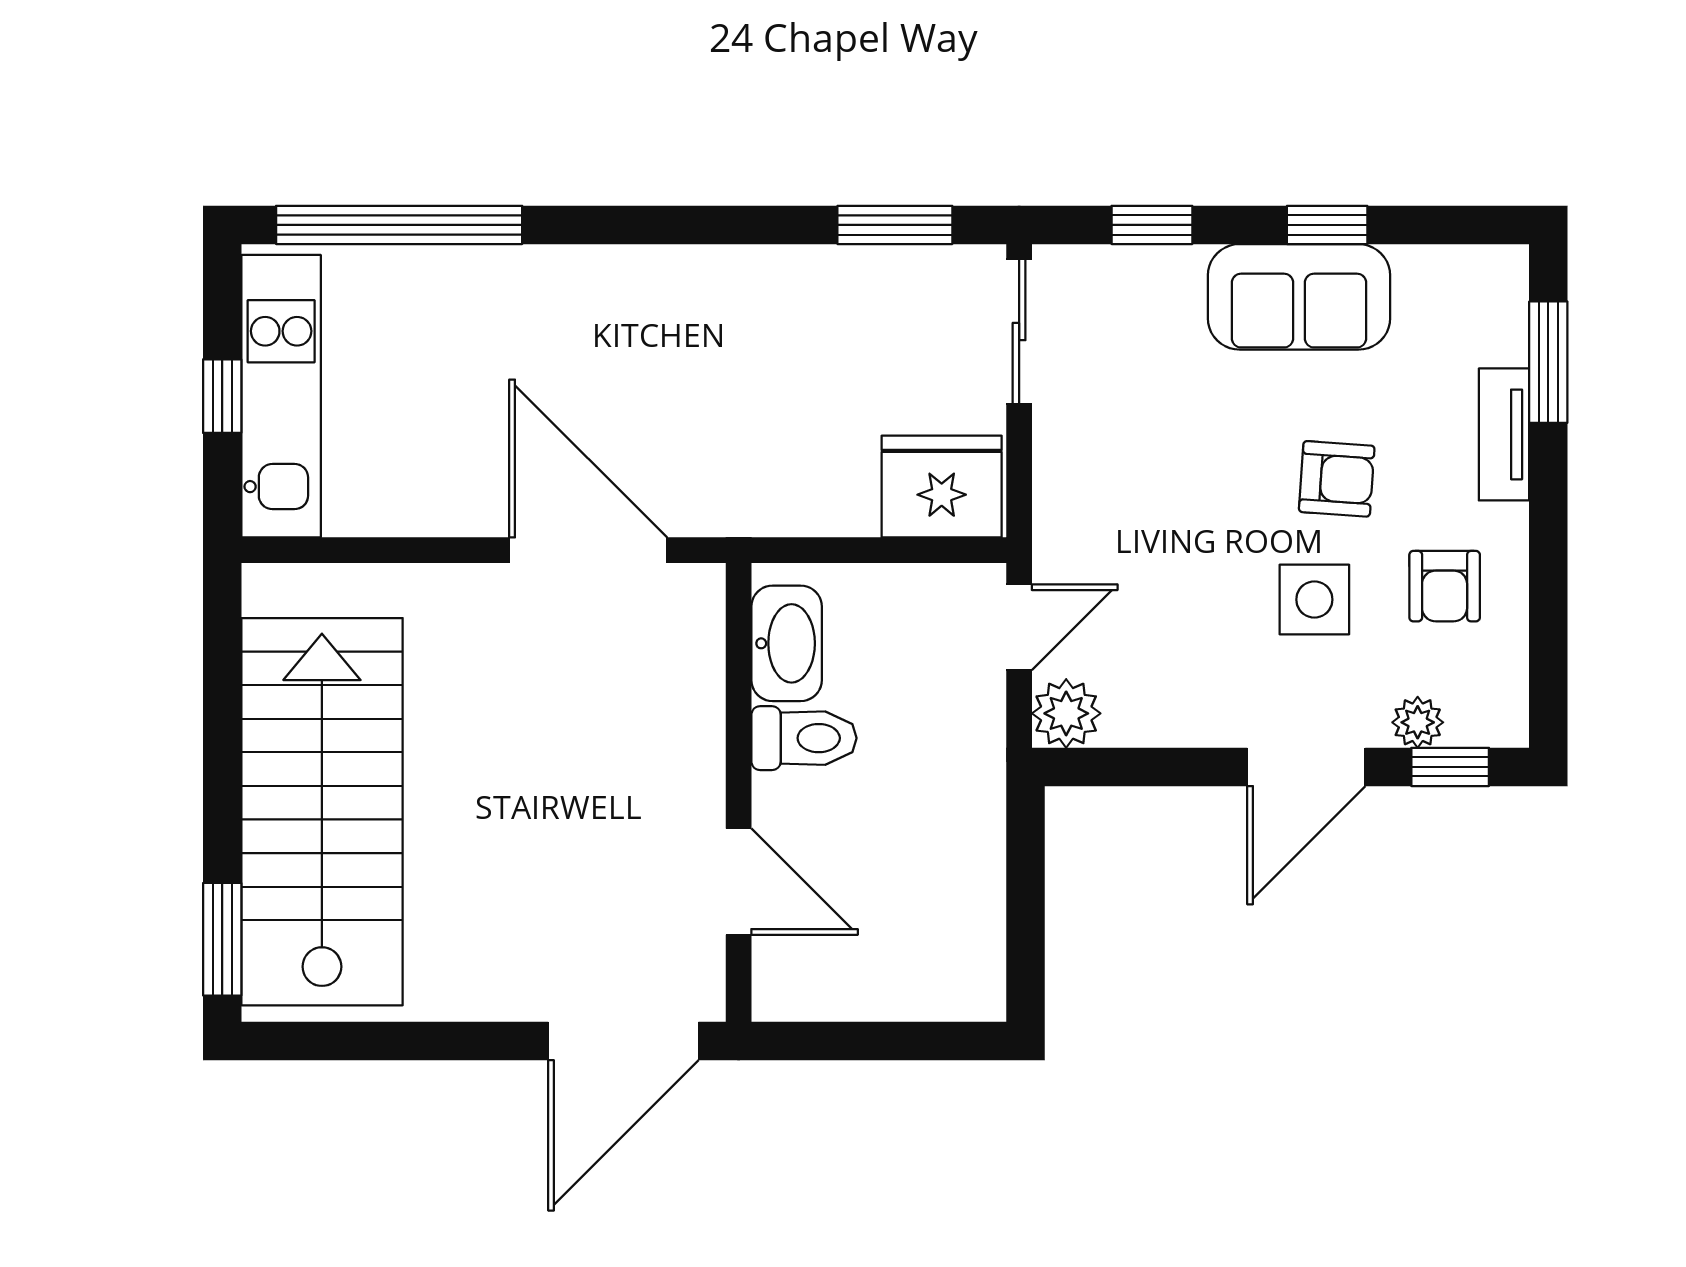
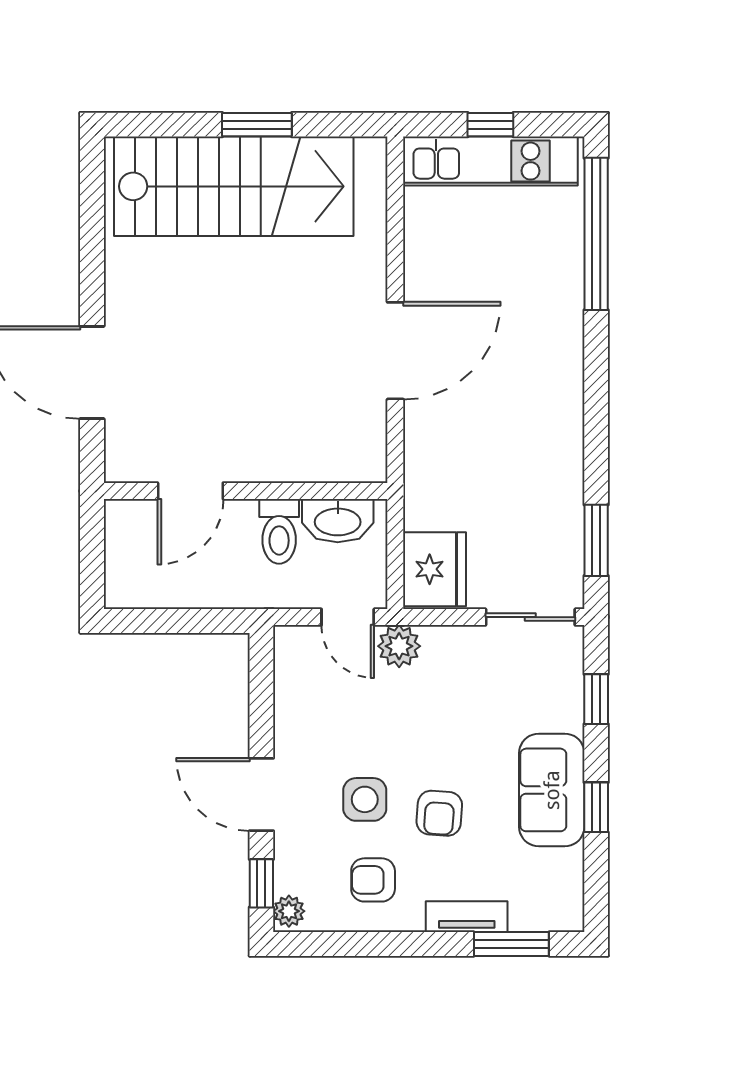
washbasin: (787, 643) -> (338, 521), moved
plant: (1066, 713) -> (399, 646), moved
plant: (1418, 722) -> (289, 911), moved
toilet: (804, 738) -> (279, 531), moved
wall: (739, 792) -> (246, 491), moved
door: (739, 882) -> (190, 491), moved
window: (222, 939) -> (257, 125), moved

